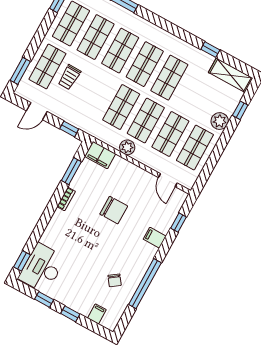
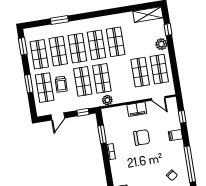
window: (210, 50) -> (126, 9), removed
window: (20, 71) -> (29, 84), moved
shop shelf: (146, 121) -> (83, 81), moved
plant: (127, 147) -> (107, 100), moved
filing cabinet: (100, 155) -> (137, 109), moved

